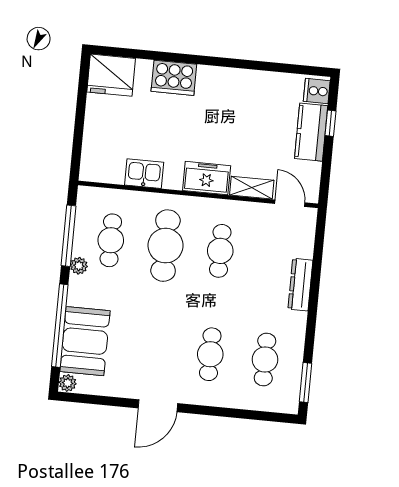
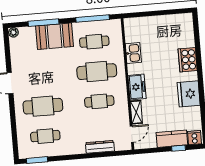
fridge: (111, 75) -> (189, 94), moved
plant: (79, 266) -> (77, 27), removed
dresser: (300, 285) -> (100, 147), moved
window: (60, 326) -> (43, 23), width x0.68
booth: (85, 341) -> (55, 36), moved
cafe table: (210, 354) -> (43, 106), width x1.37, depth x1.35

